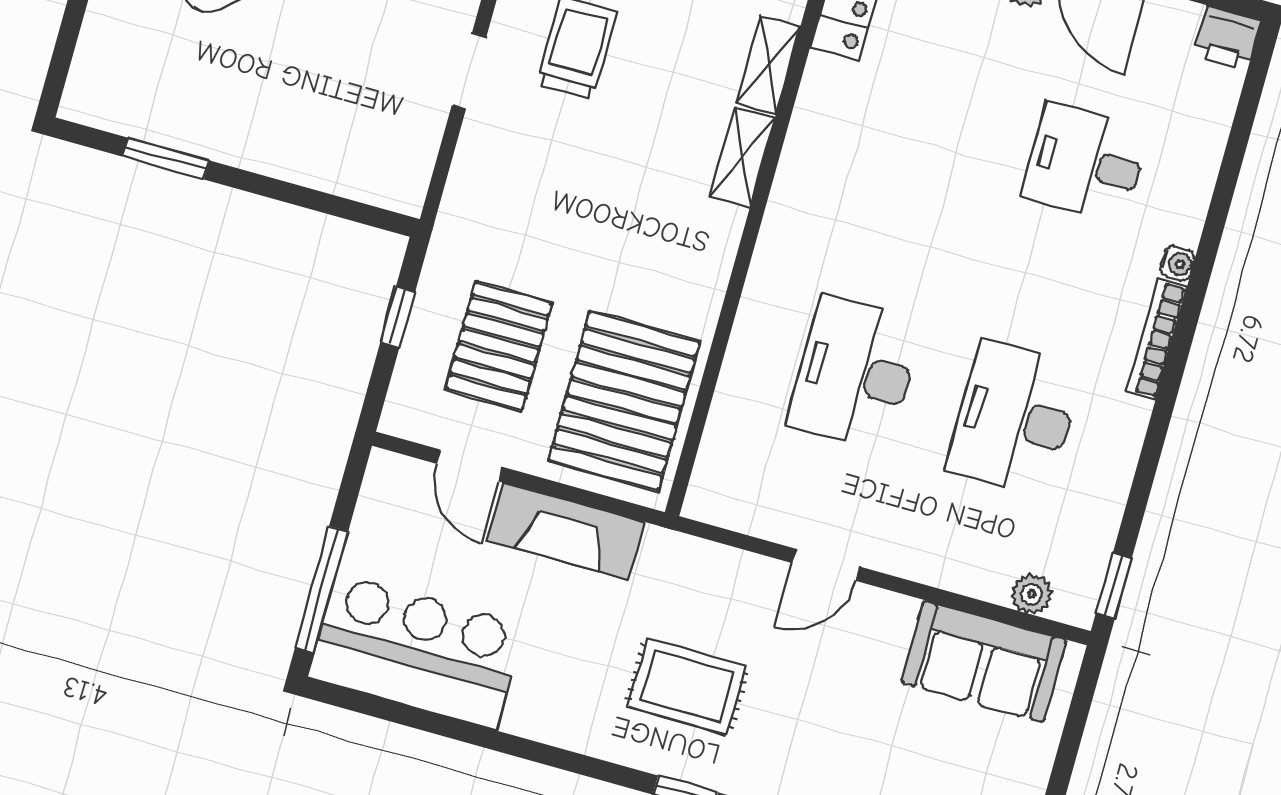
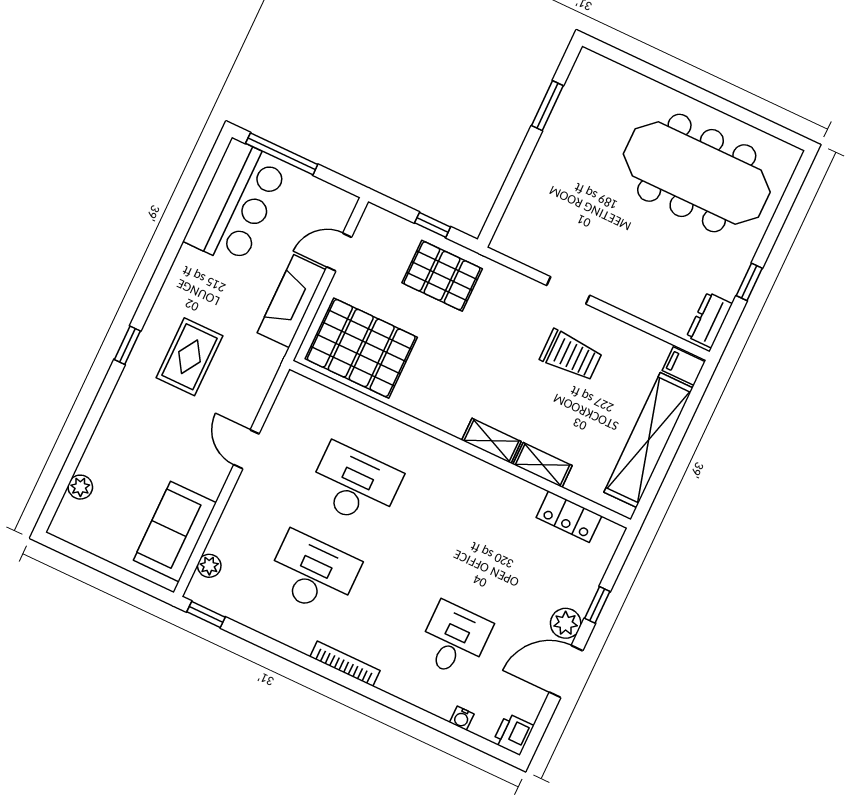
water cooler: (1177, 263) -> (462, 718), moved
pallet: (499, 346) -> (442, 276), moved

